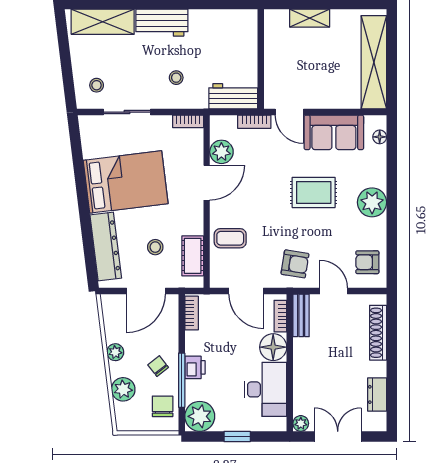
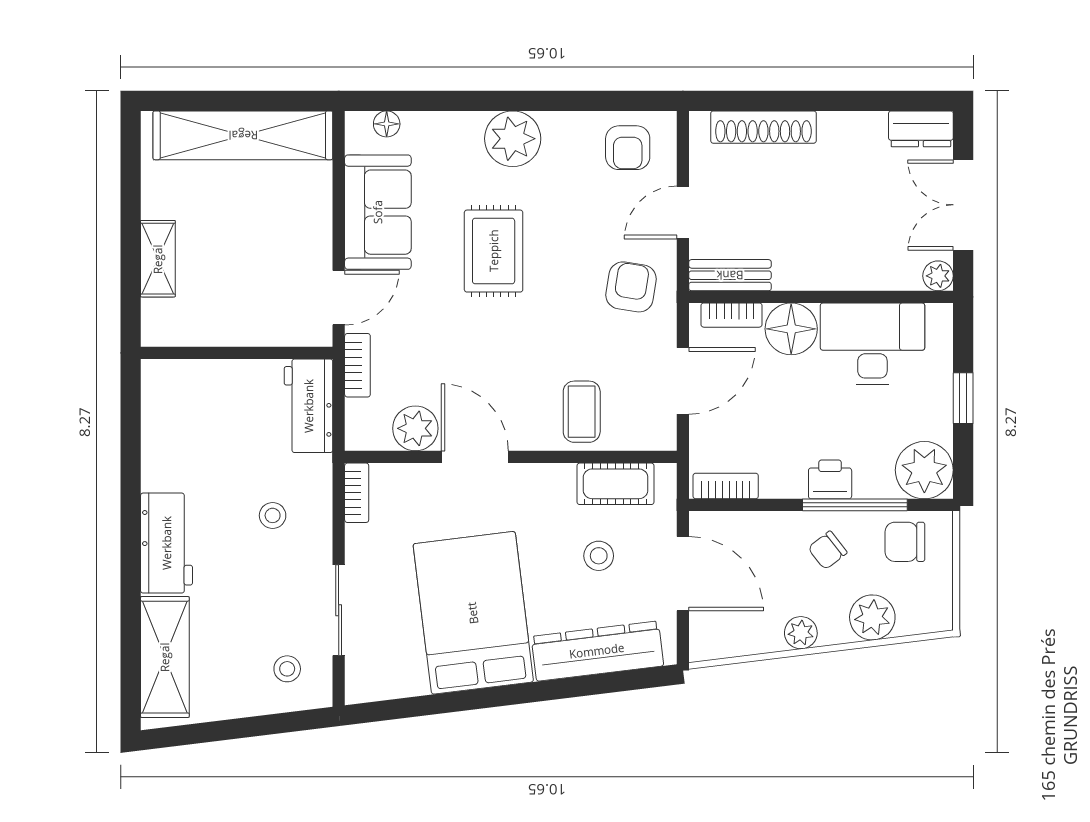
dresser: (377, 394) -> (921, 129), moved

